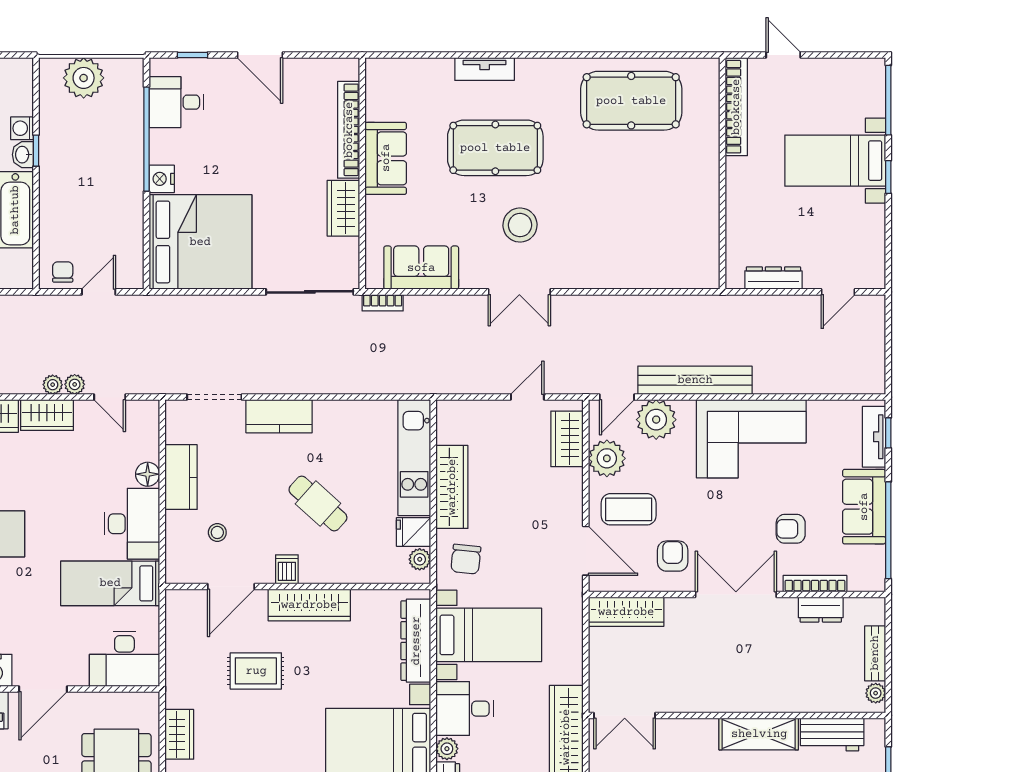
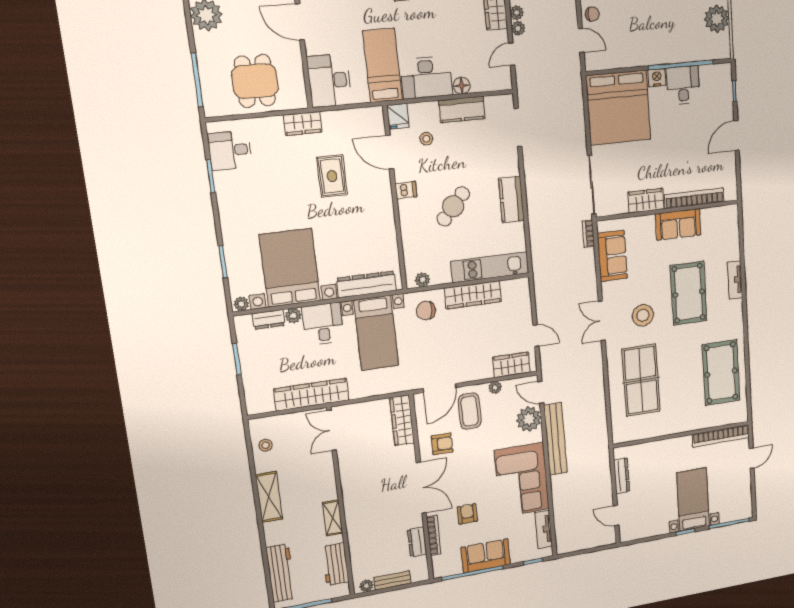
desk: (176, 102) -> (683, 85), moved
table tennis table: (623, 235) -> (641, 380), added
kitchen counter: (279, 416) -> (511, 199), moved
tv unit: (874, 437) -> (544, 529), moved, turned -90
plant: (607, 458) -> (495, 388), width x0.53, depth x0.53
fridge: (413, 532) -> (398, 116), moved, turned 180
wardrobe: (309, 605) -> (383, 208), removed
wardrobe: (179, 734) -> (303, 123), moved
shelving: (759, 734) -> (333, 518), width x0.67, depth x0.75

